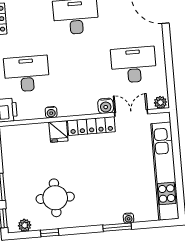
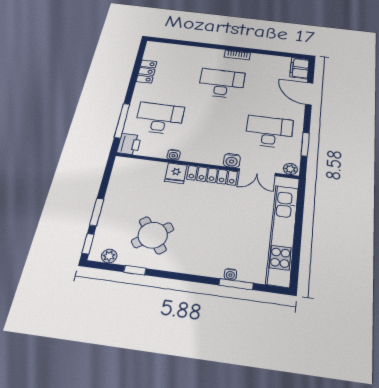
window: (170, 72) -> (305, 144), added
double door: (131, 113) -> (257, 172), swing flipped
round table: (55, 198) -> (153, 235), turned -37
window: (117, 227) -> (236, 284), moved

